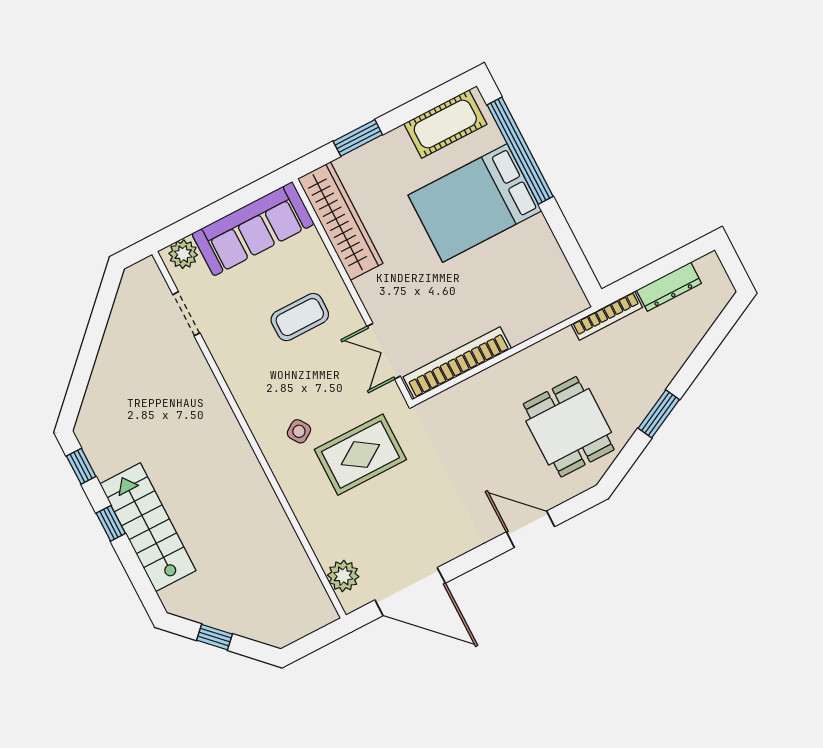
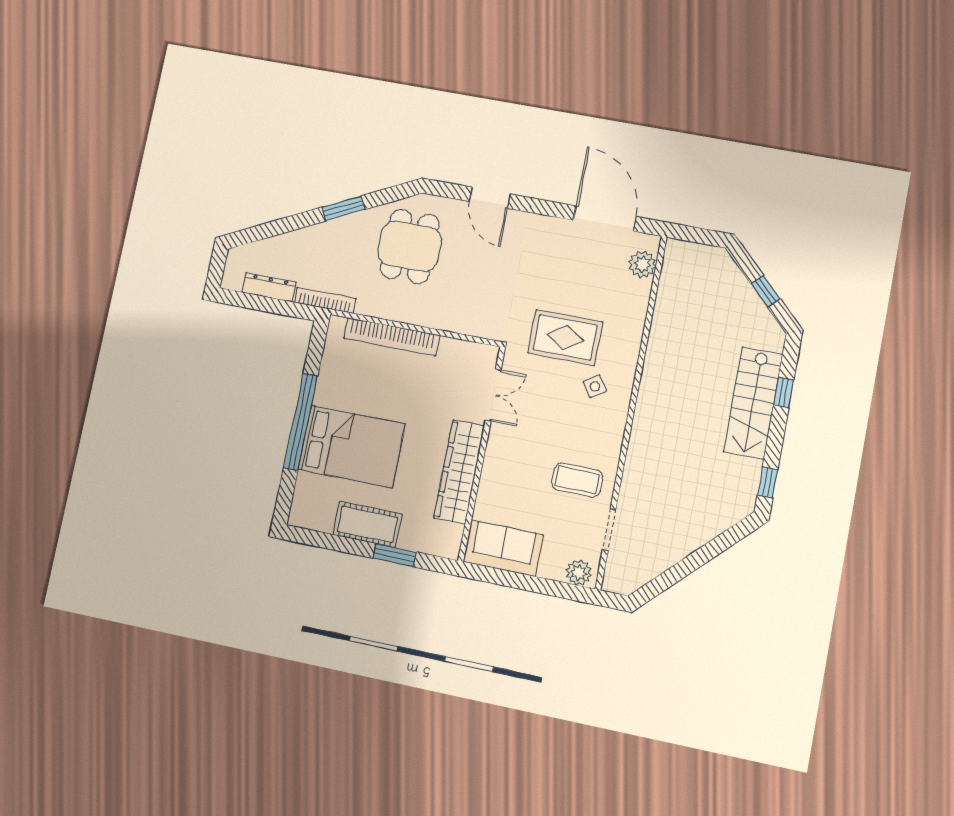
cot: (445, 124) -> (367, 524), moved
window: (520, 151) -> (301, 422), moved
wardrobe: (340, 221) -> (459, 472), moved
sofa: (253, 229) -> (503, 548), width x0.73
coffee table: (300, 317) -> (577, 480), moved
bookcase: (457, 363) -> (392, 337), moved
window: (111, 523) -> (784, 393), moved

